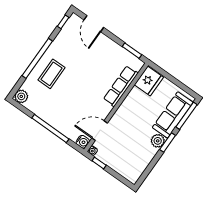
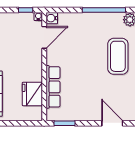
coffee table: (51, 74) -> (118, 56), width x1.36, depth x1.32
fridge: (149, 81) -> (32, 94), moved
window: (50, 128) -> (104, 10), moved

